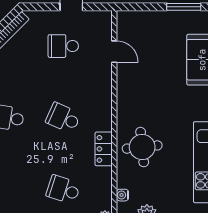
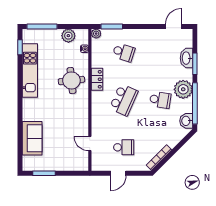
school desk: (63, 118) -> (124, 100), width x1.85

